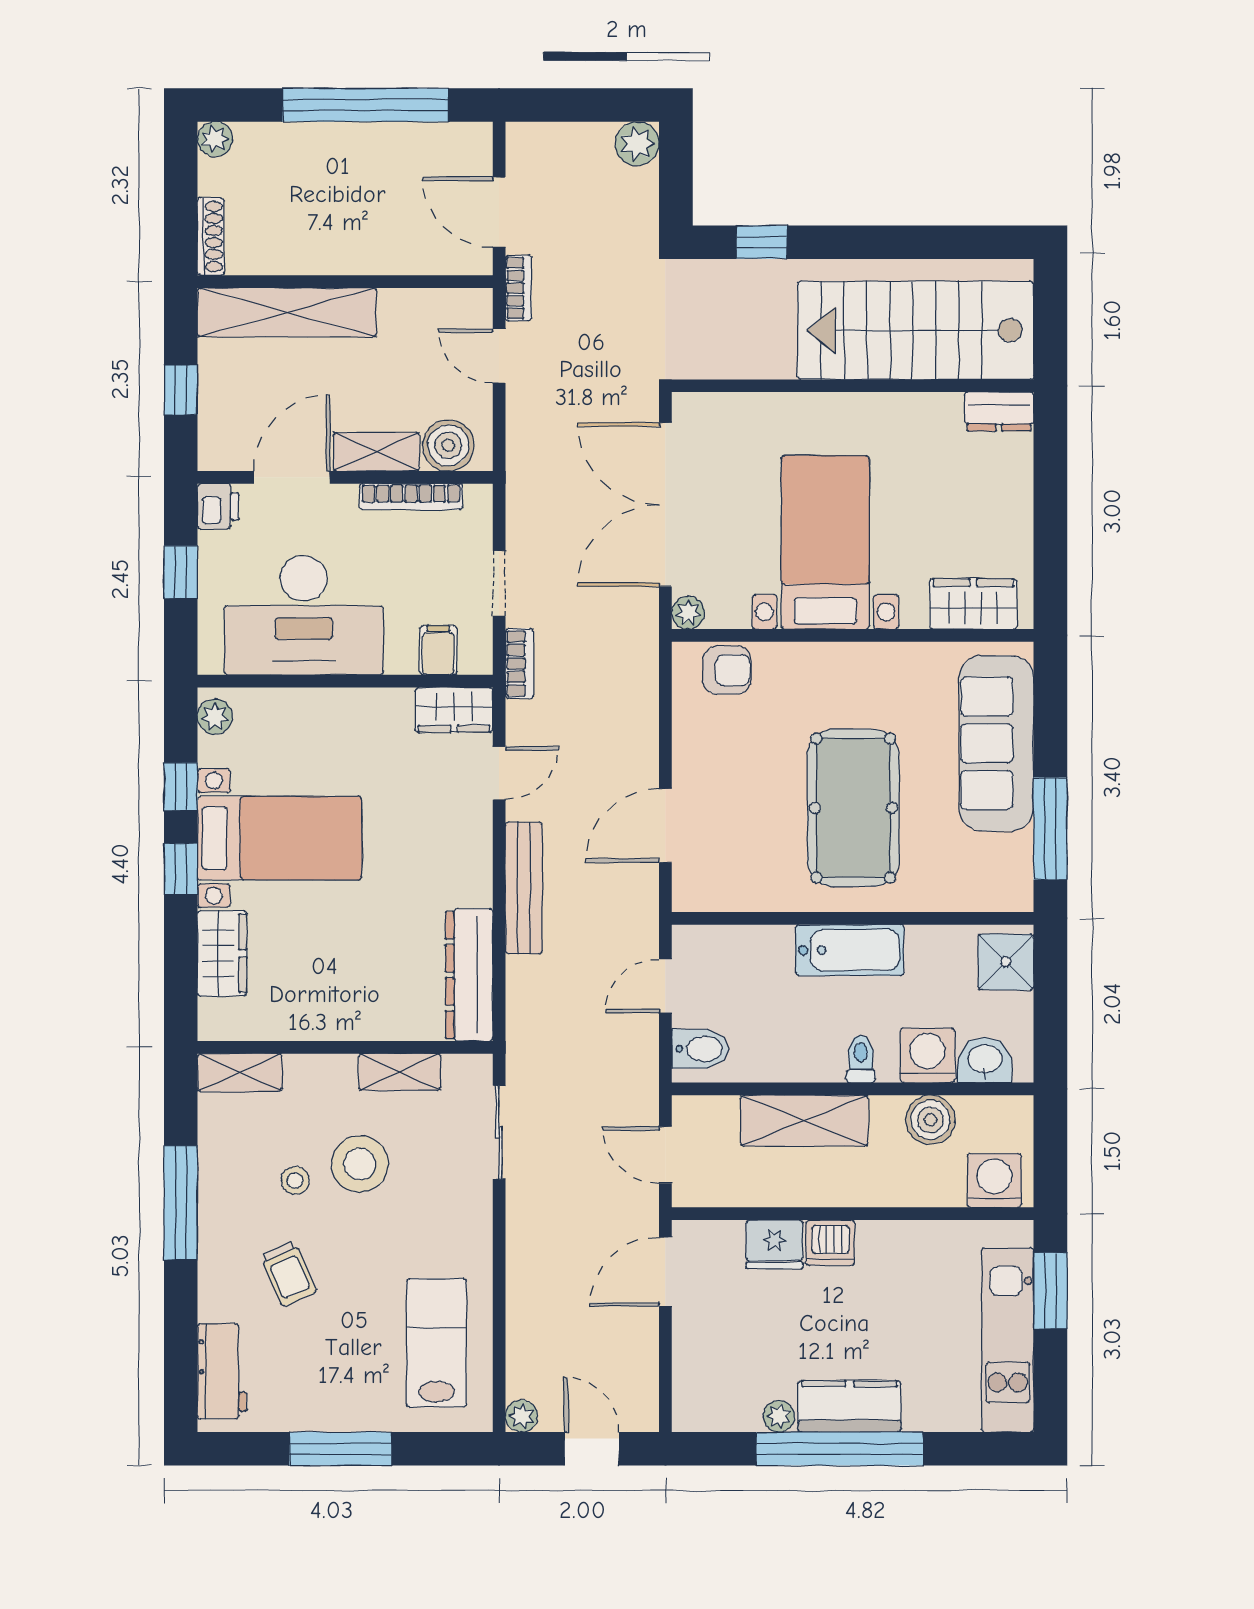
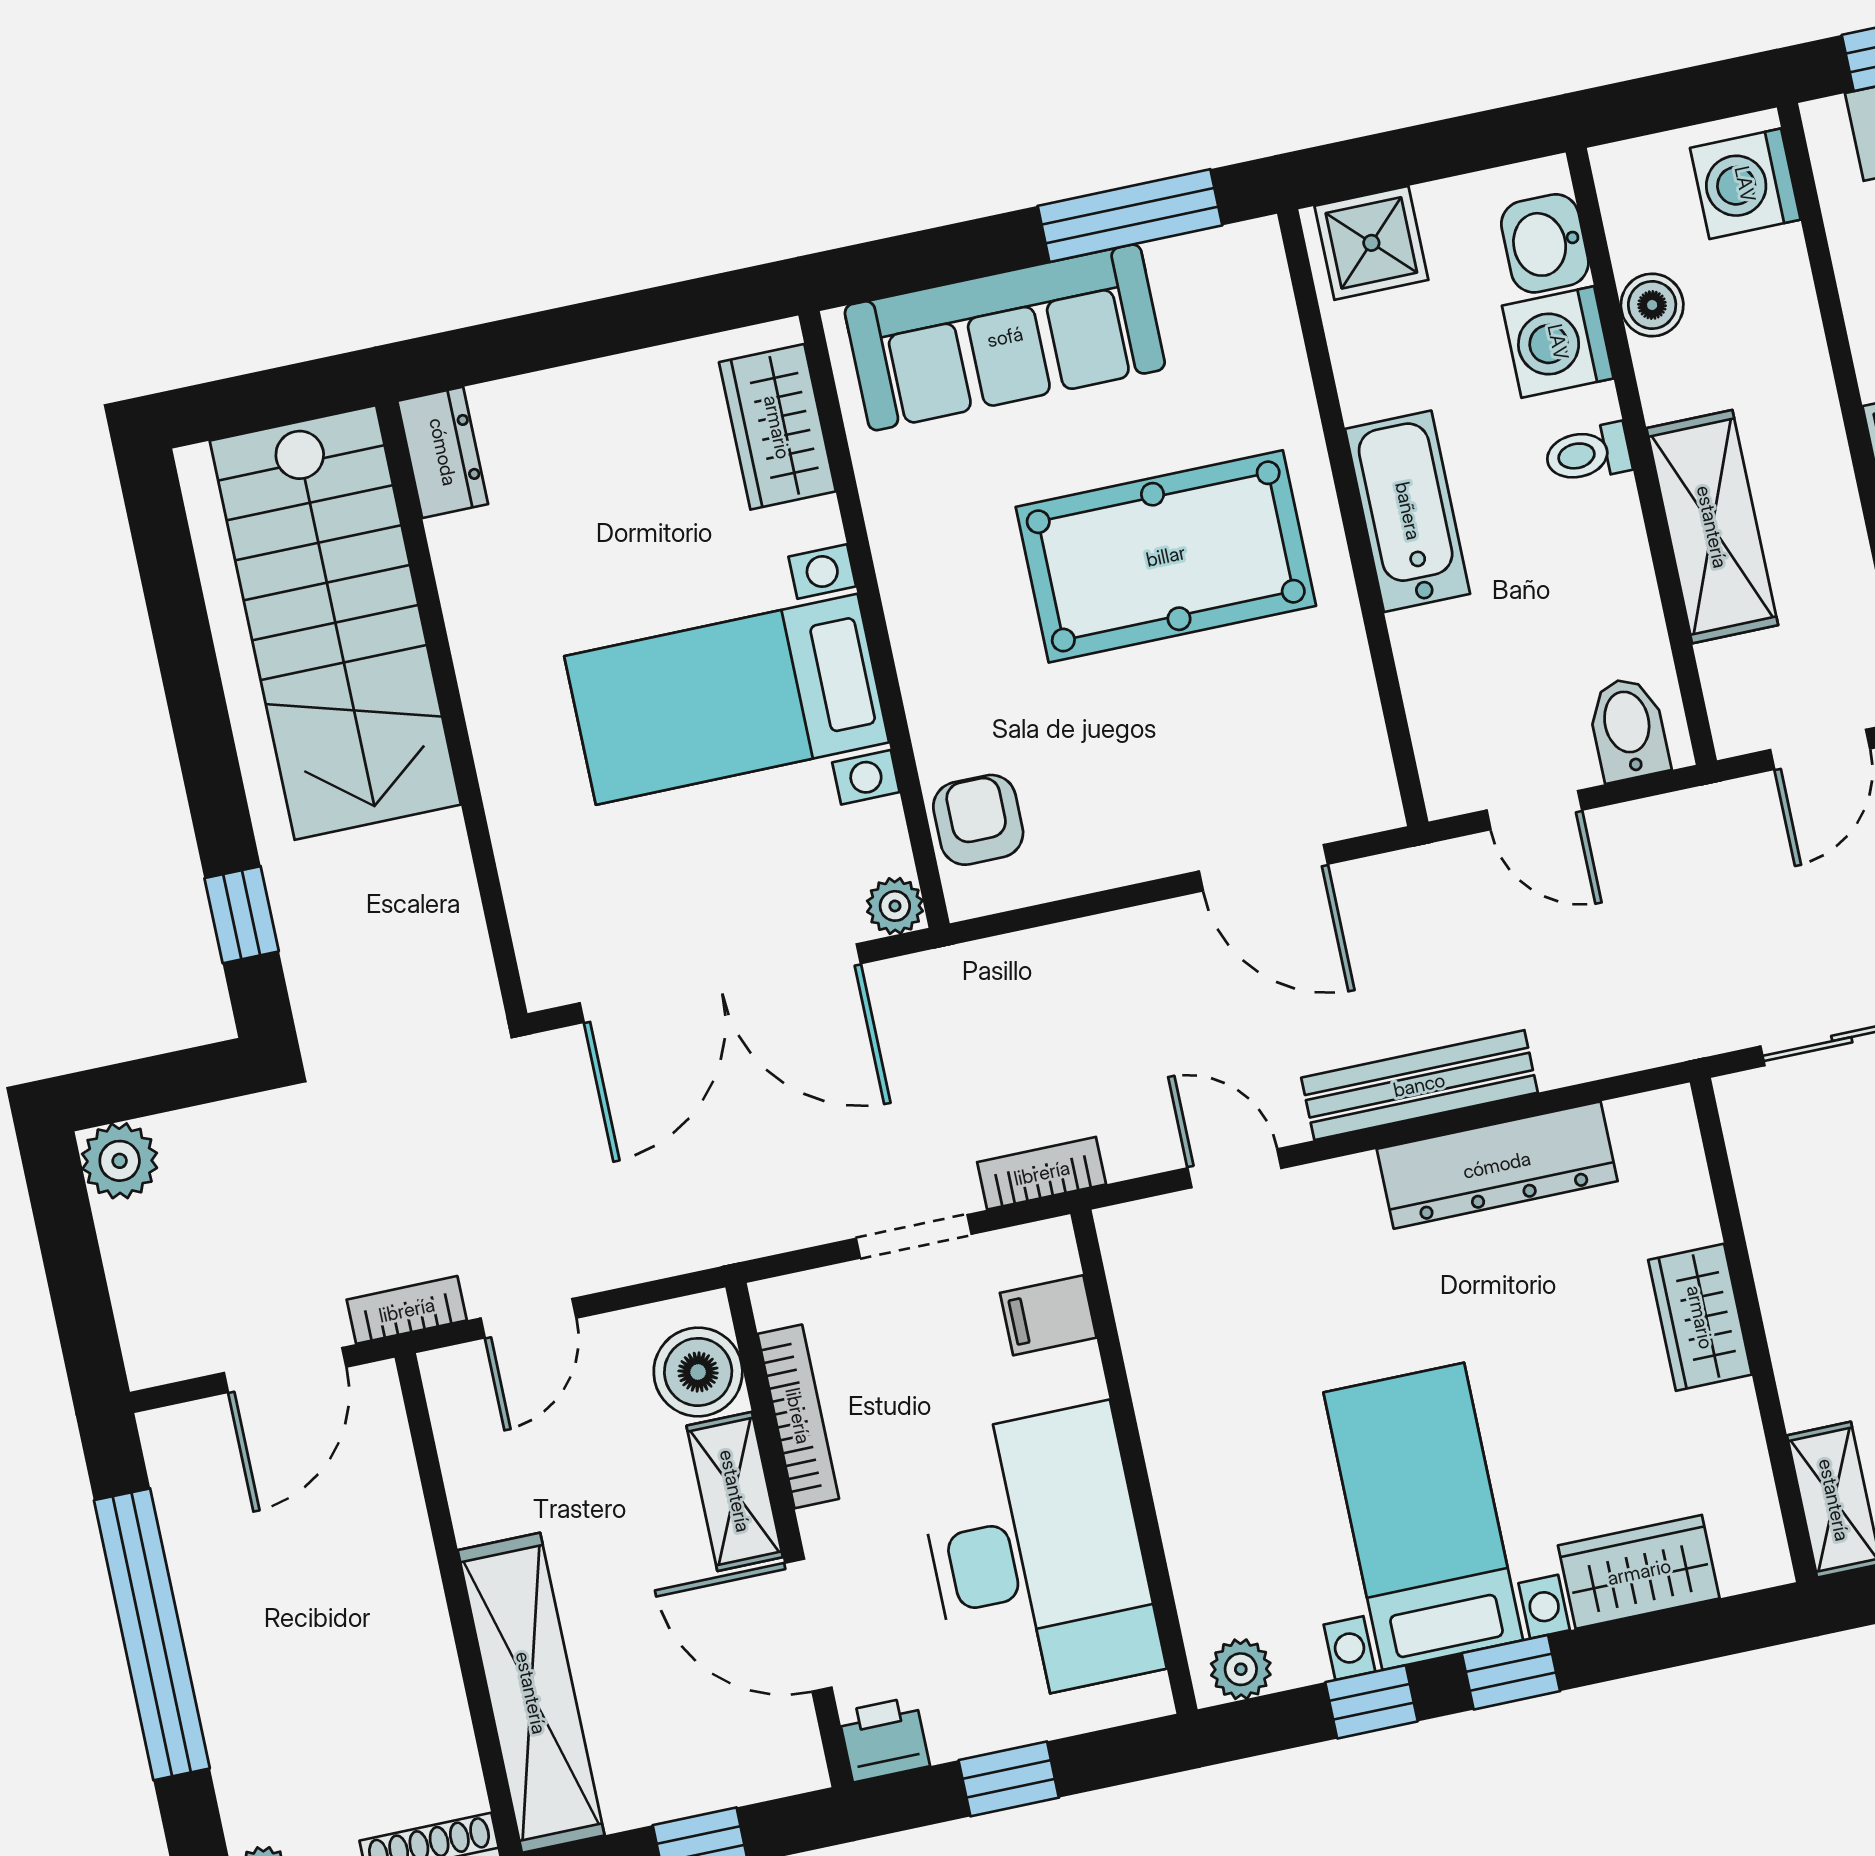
wardrobe: (454, 710) -> (1700, 1317), moved, turned 180
dresser: (469, 975) -> (1497, 1165), moved
shelving: (400, 1072) -> (1775, 1229), removed
boiler: (930, 1120) -> (1652, 305), width x0.73, depth x0.73

